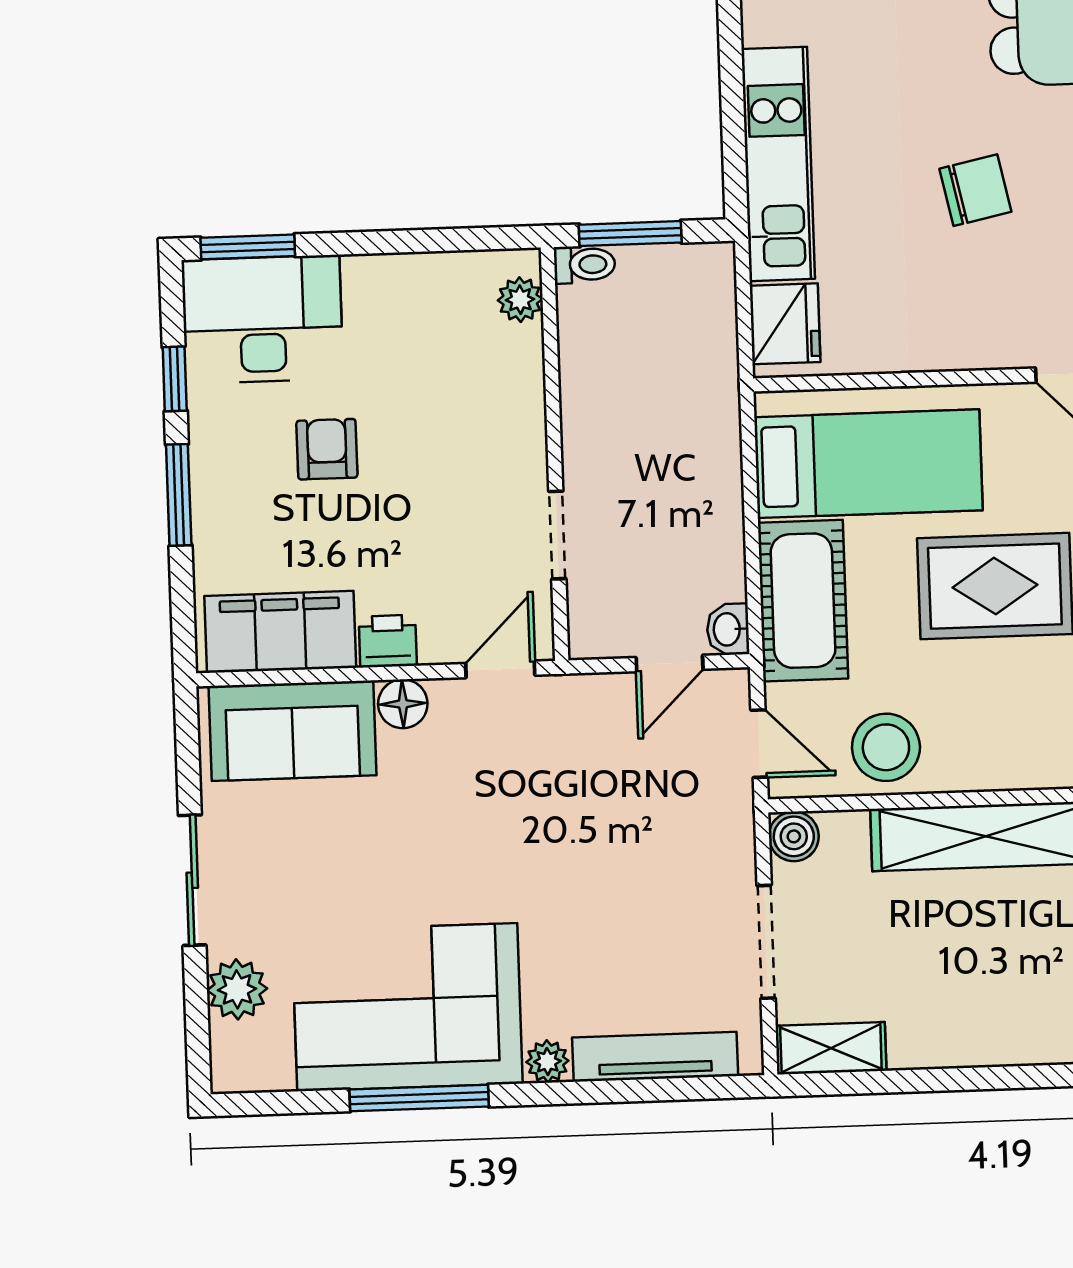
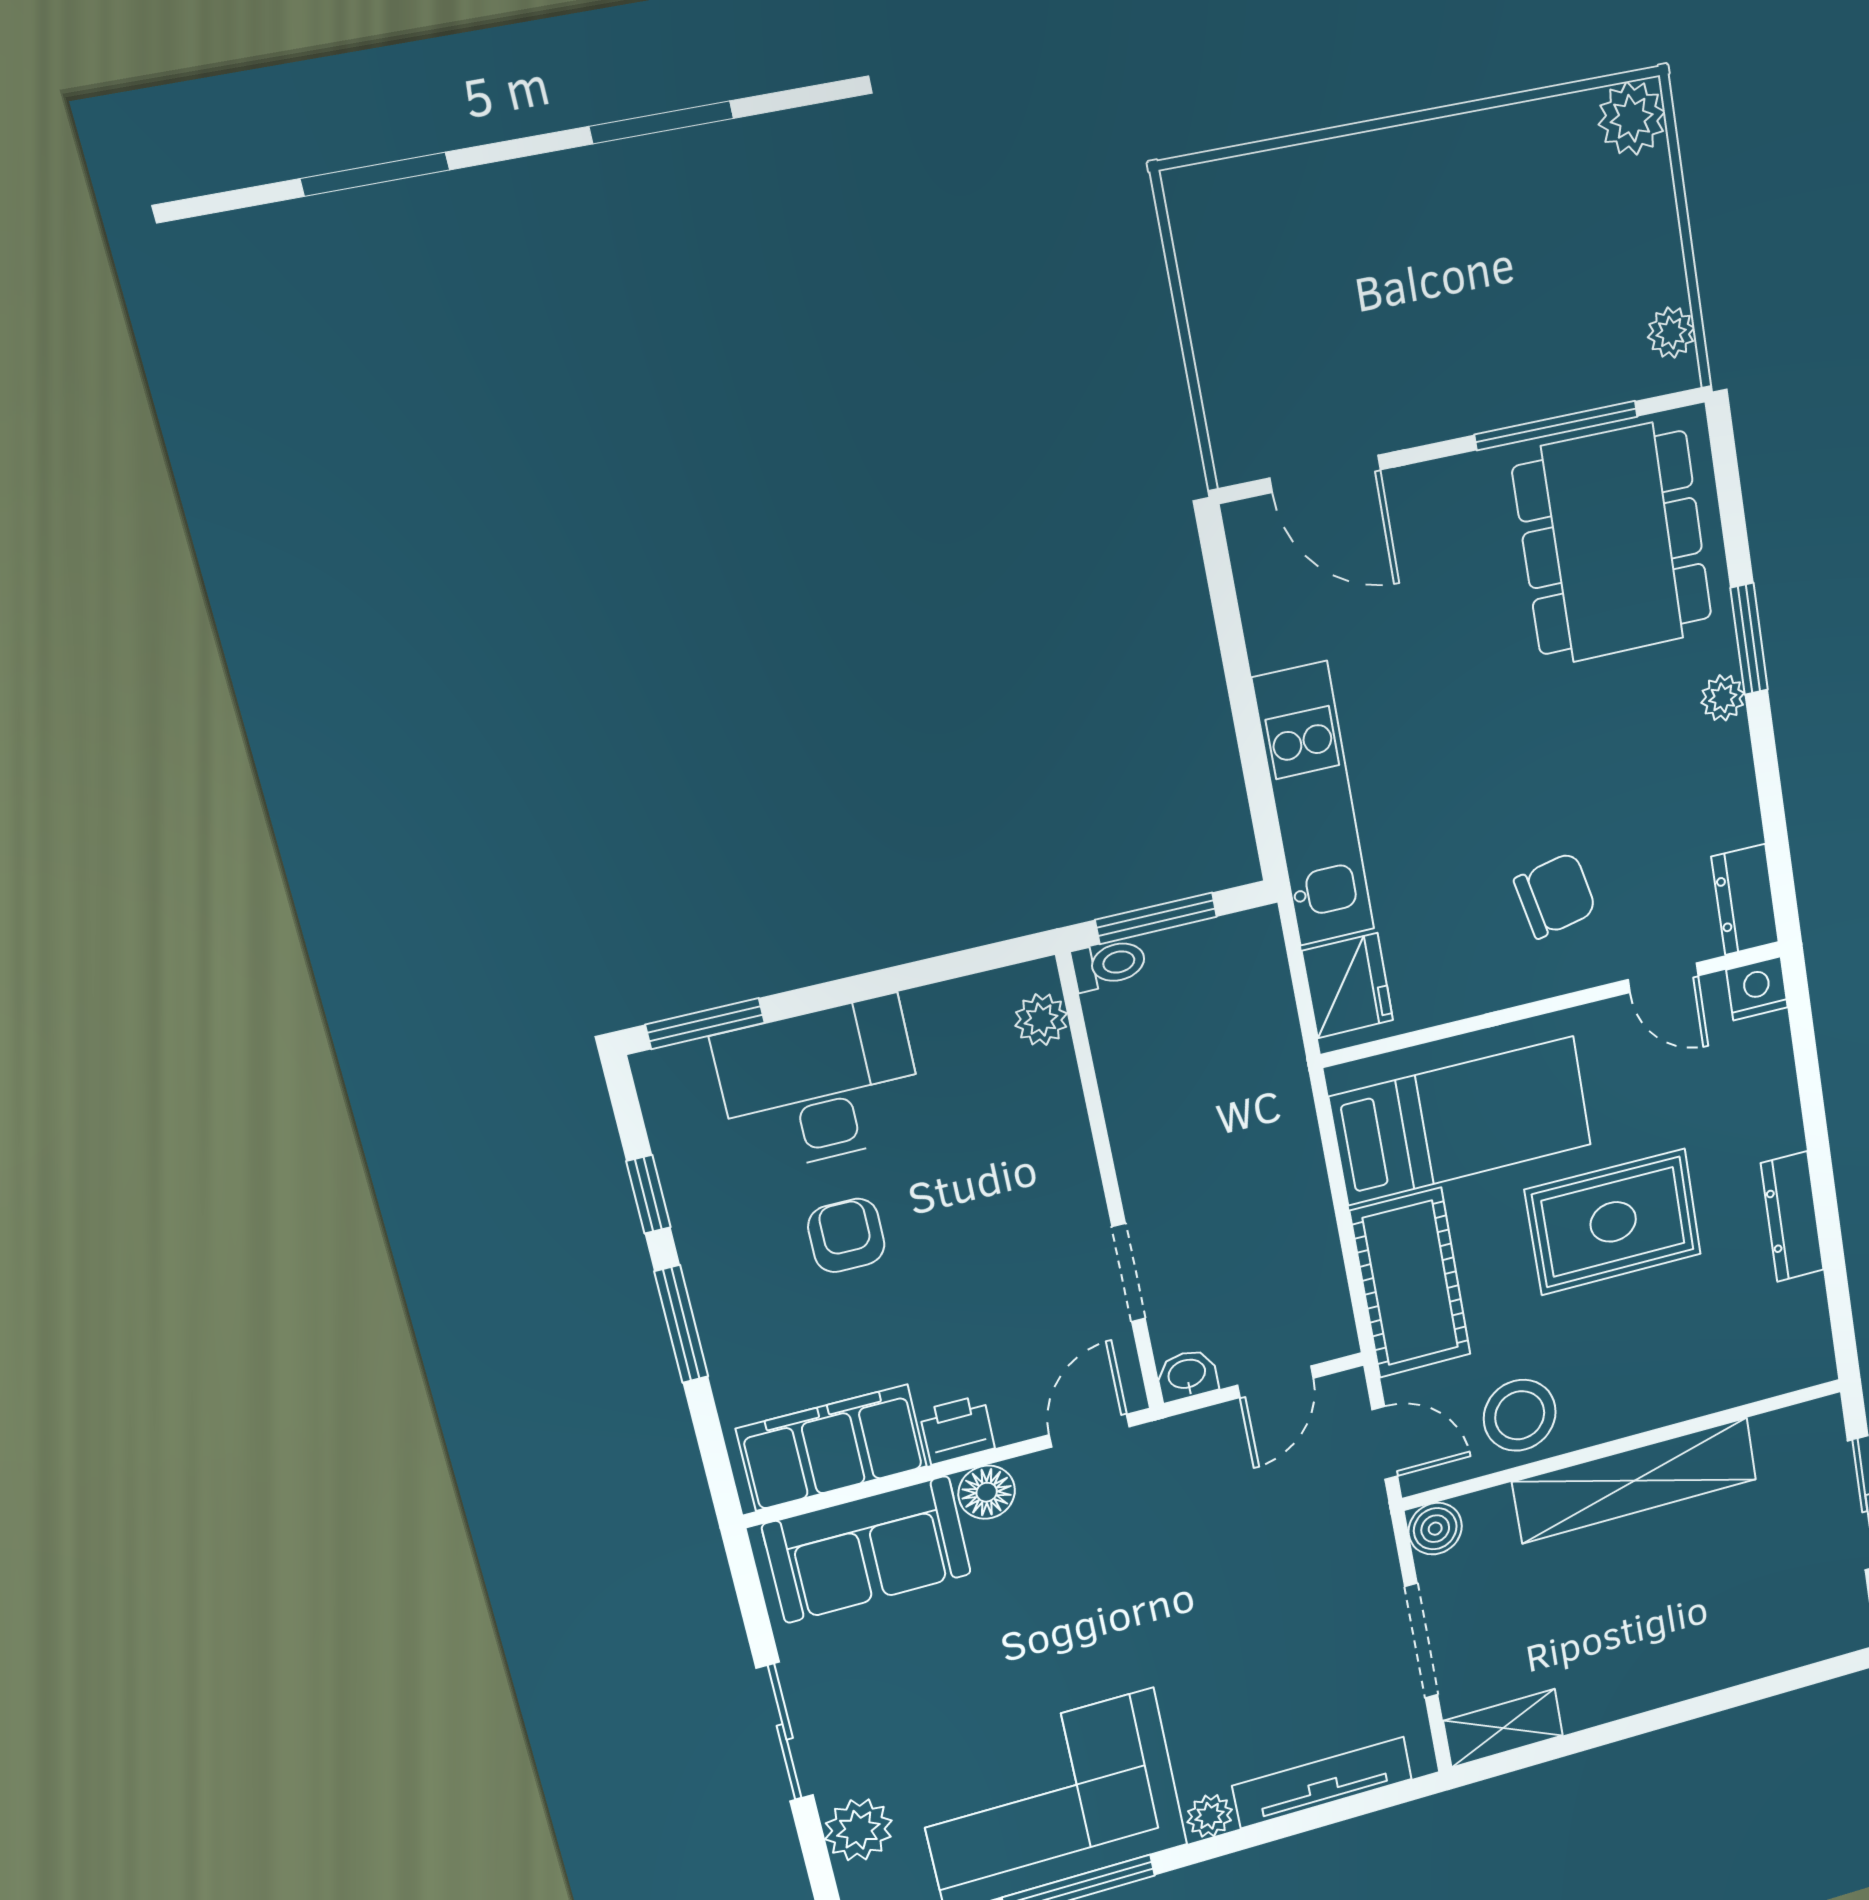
chair: (975, 190) -> (1555, 895), moved
desk: (262, 319) -> (820, 1085), moved
washbasin: (728, 629) -> (1187, 1375), moved, turned 90

